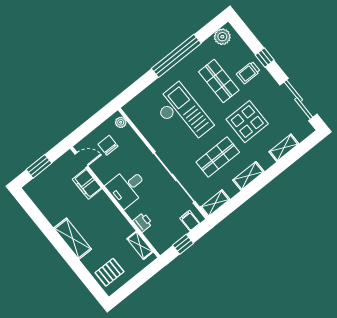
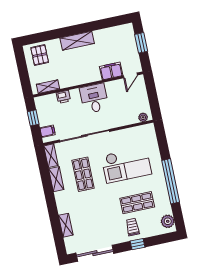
display table: (247, 122) -> (98, 208), removed
chair: (108, 145) -> (131, 100), removed
shelving: (248, 176) -> (56, 179), moved

